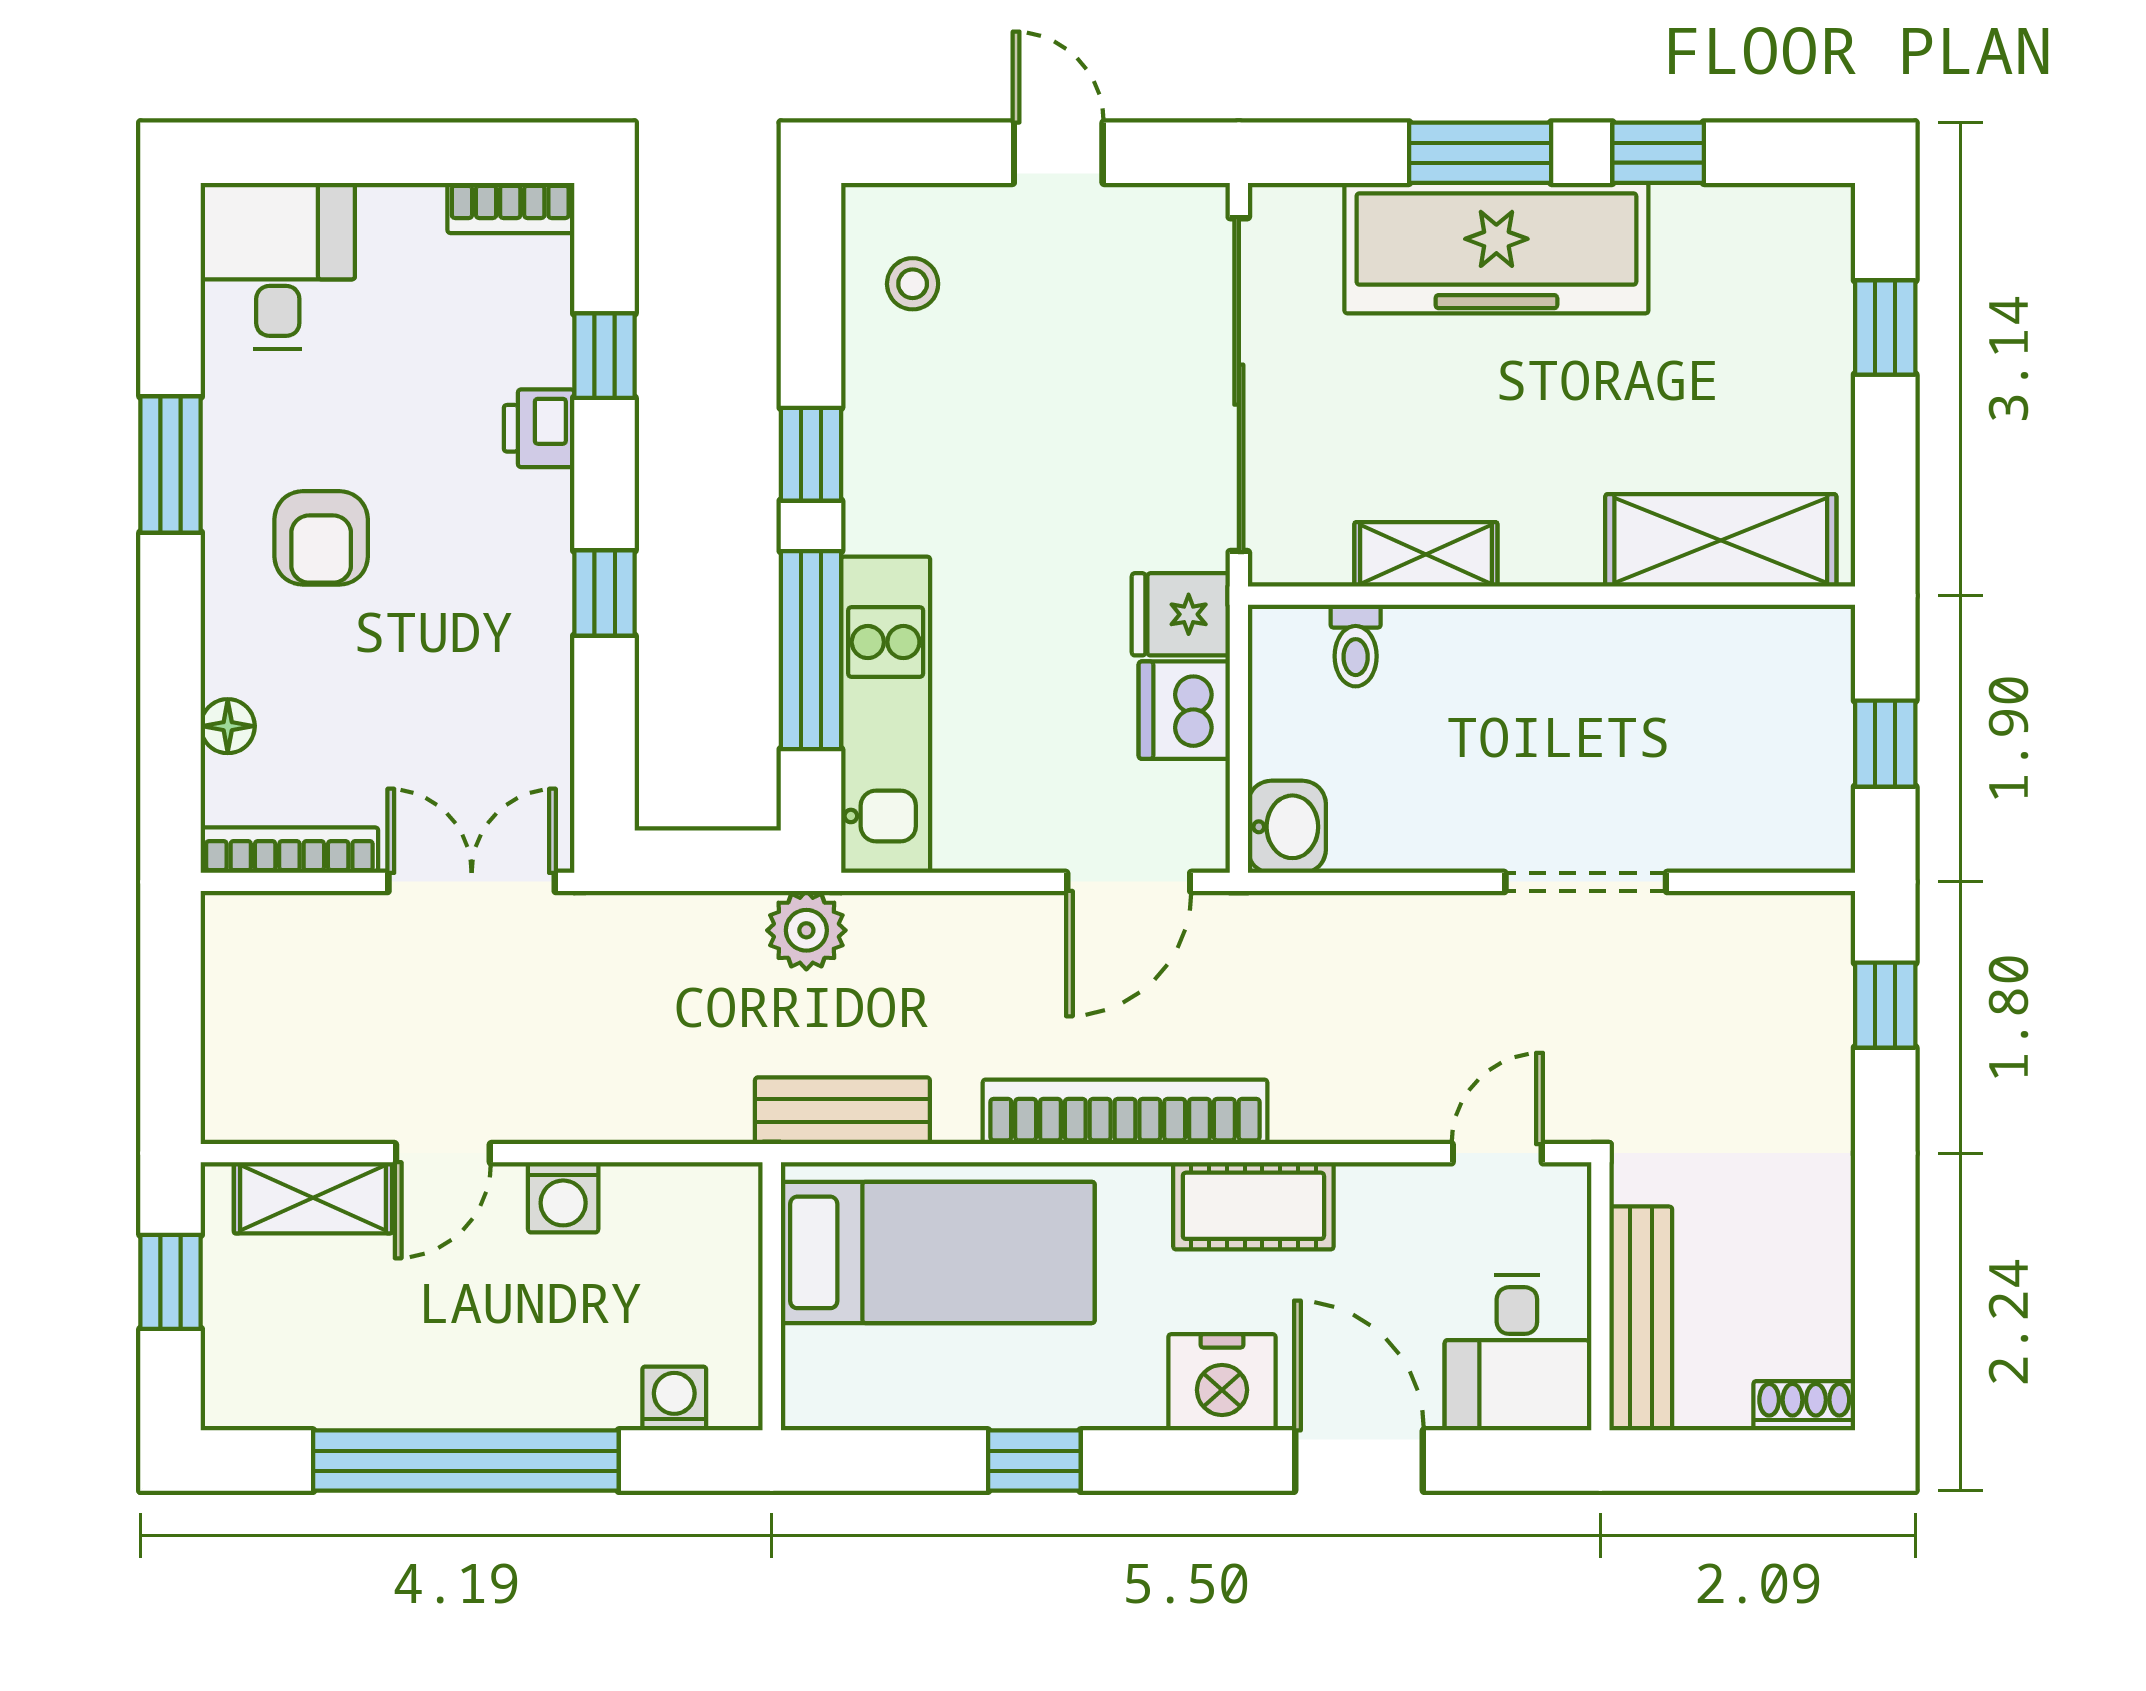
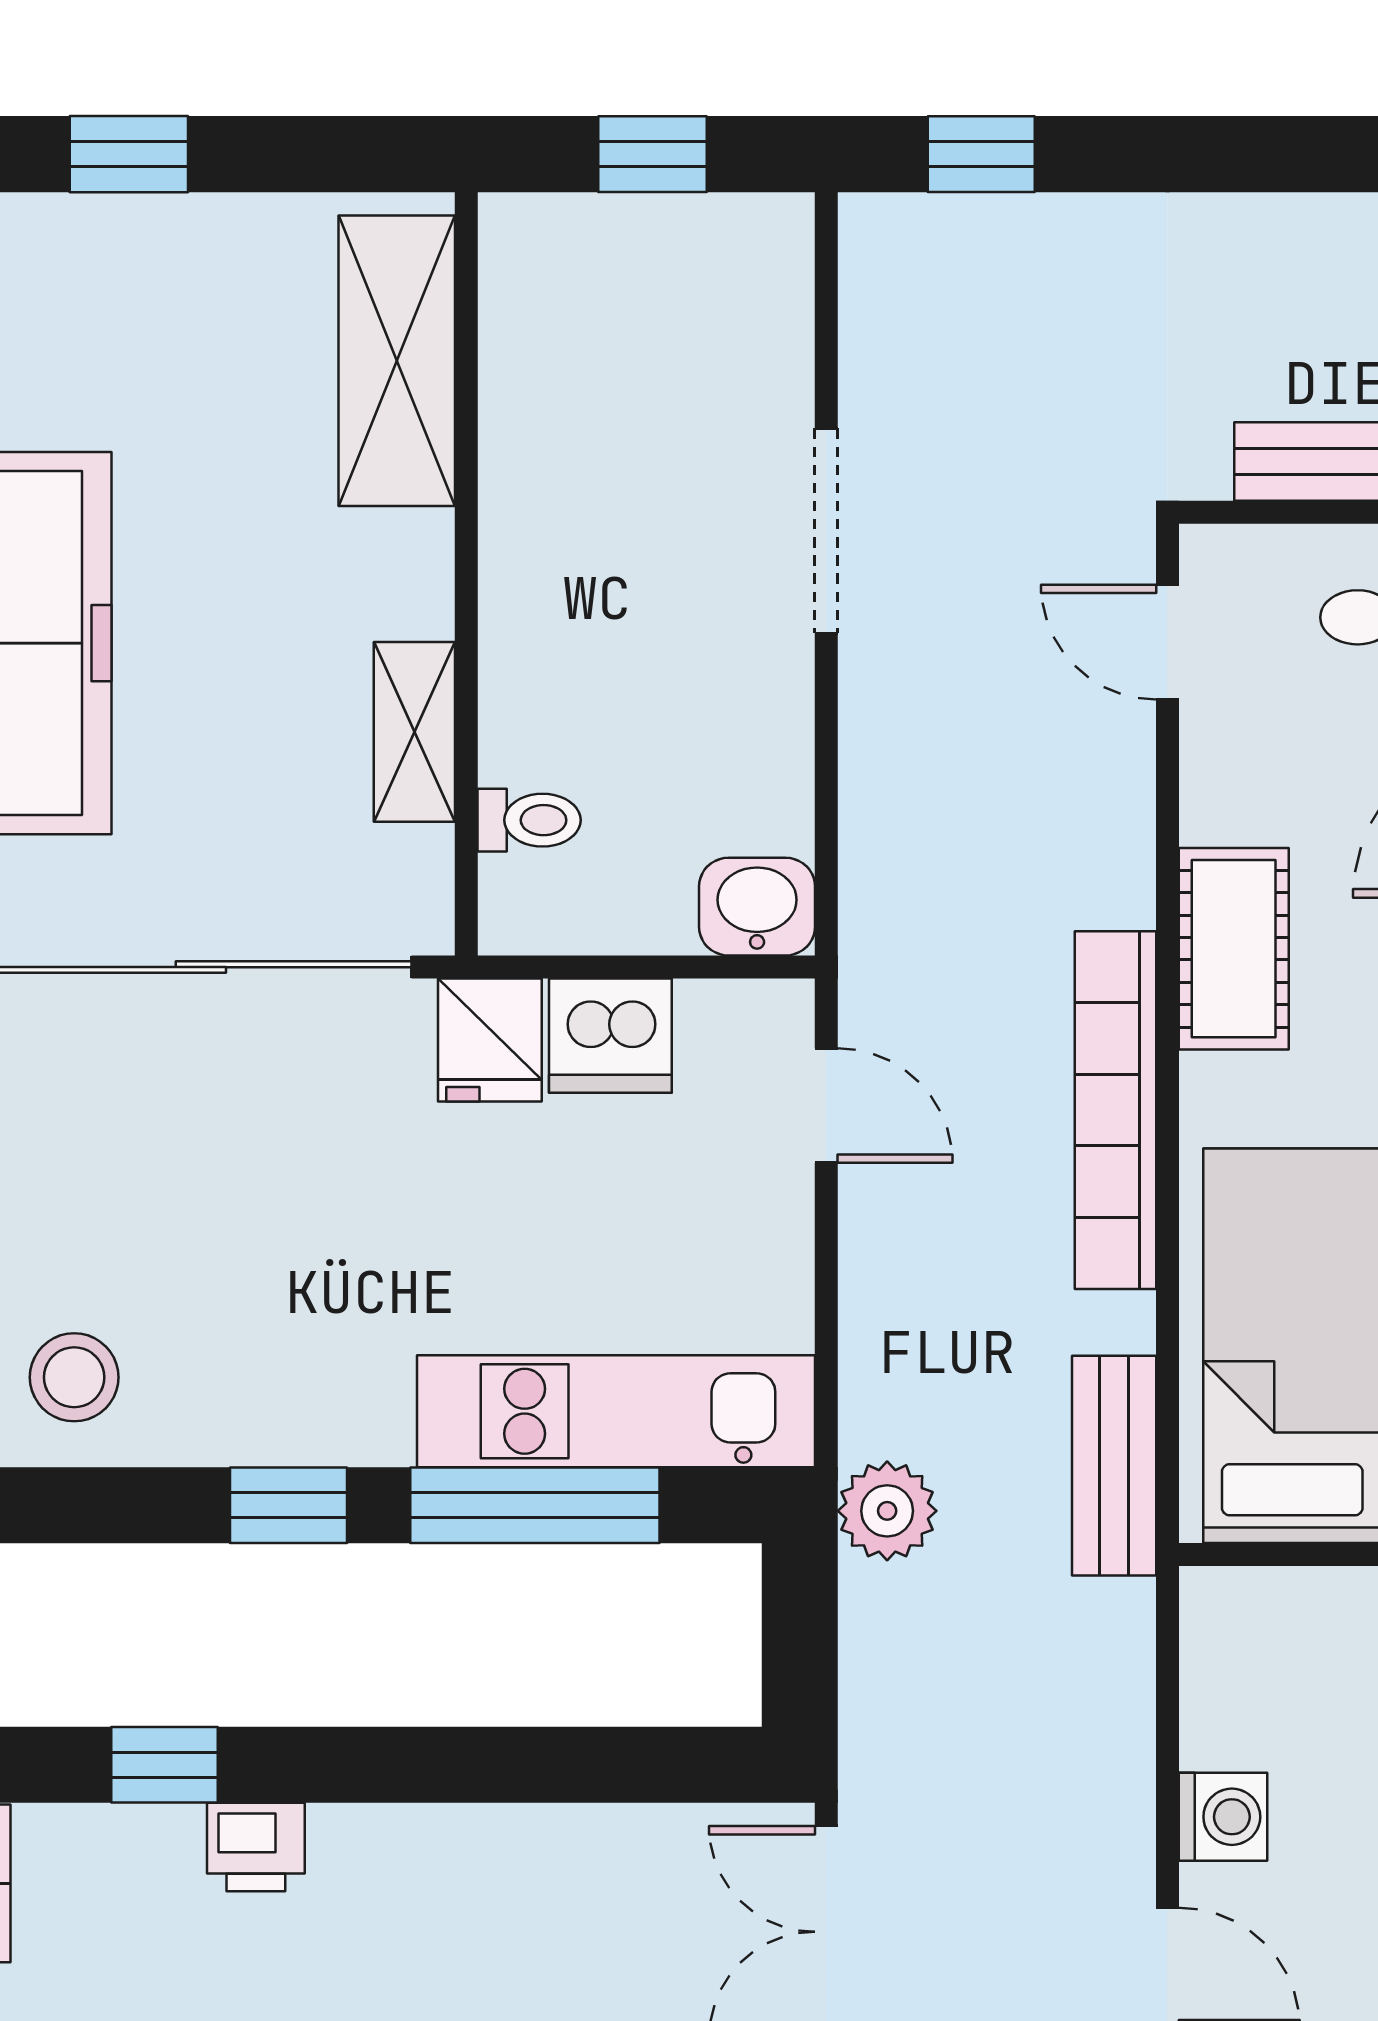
stool: (913, 284) -> (74, 1377), width x1.37, depth x1.37
window: (604, 593) -> (463, 1765), removed
door: (1129, 882) -> (826, 1106), width x0.73

